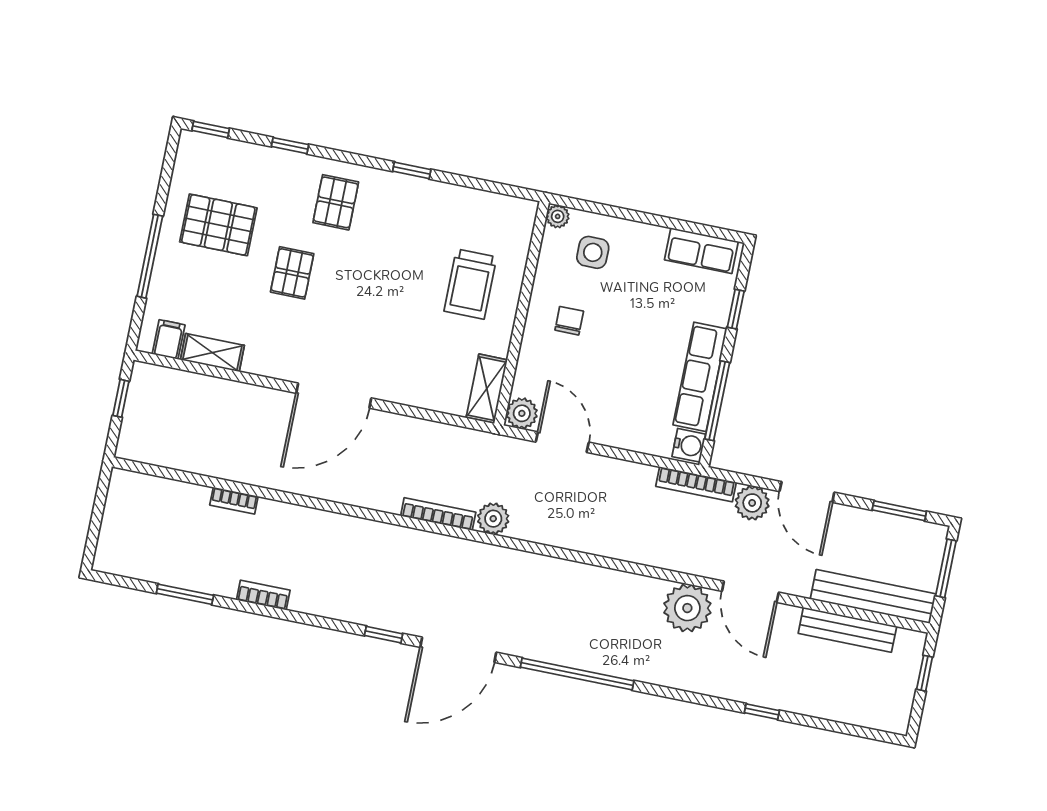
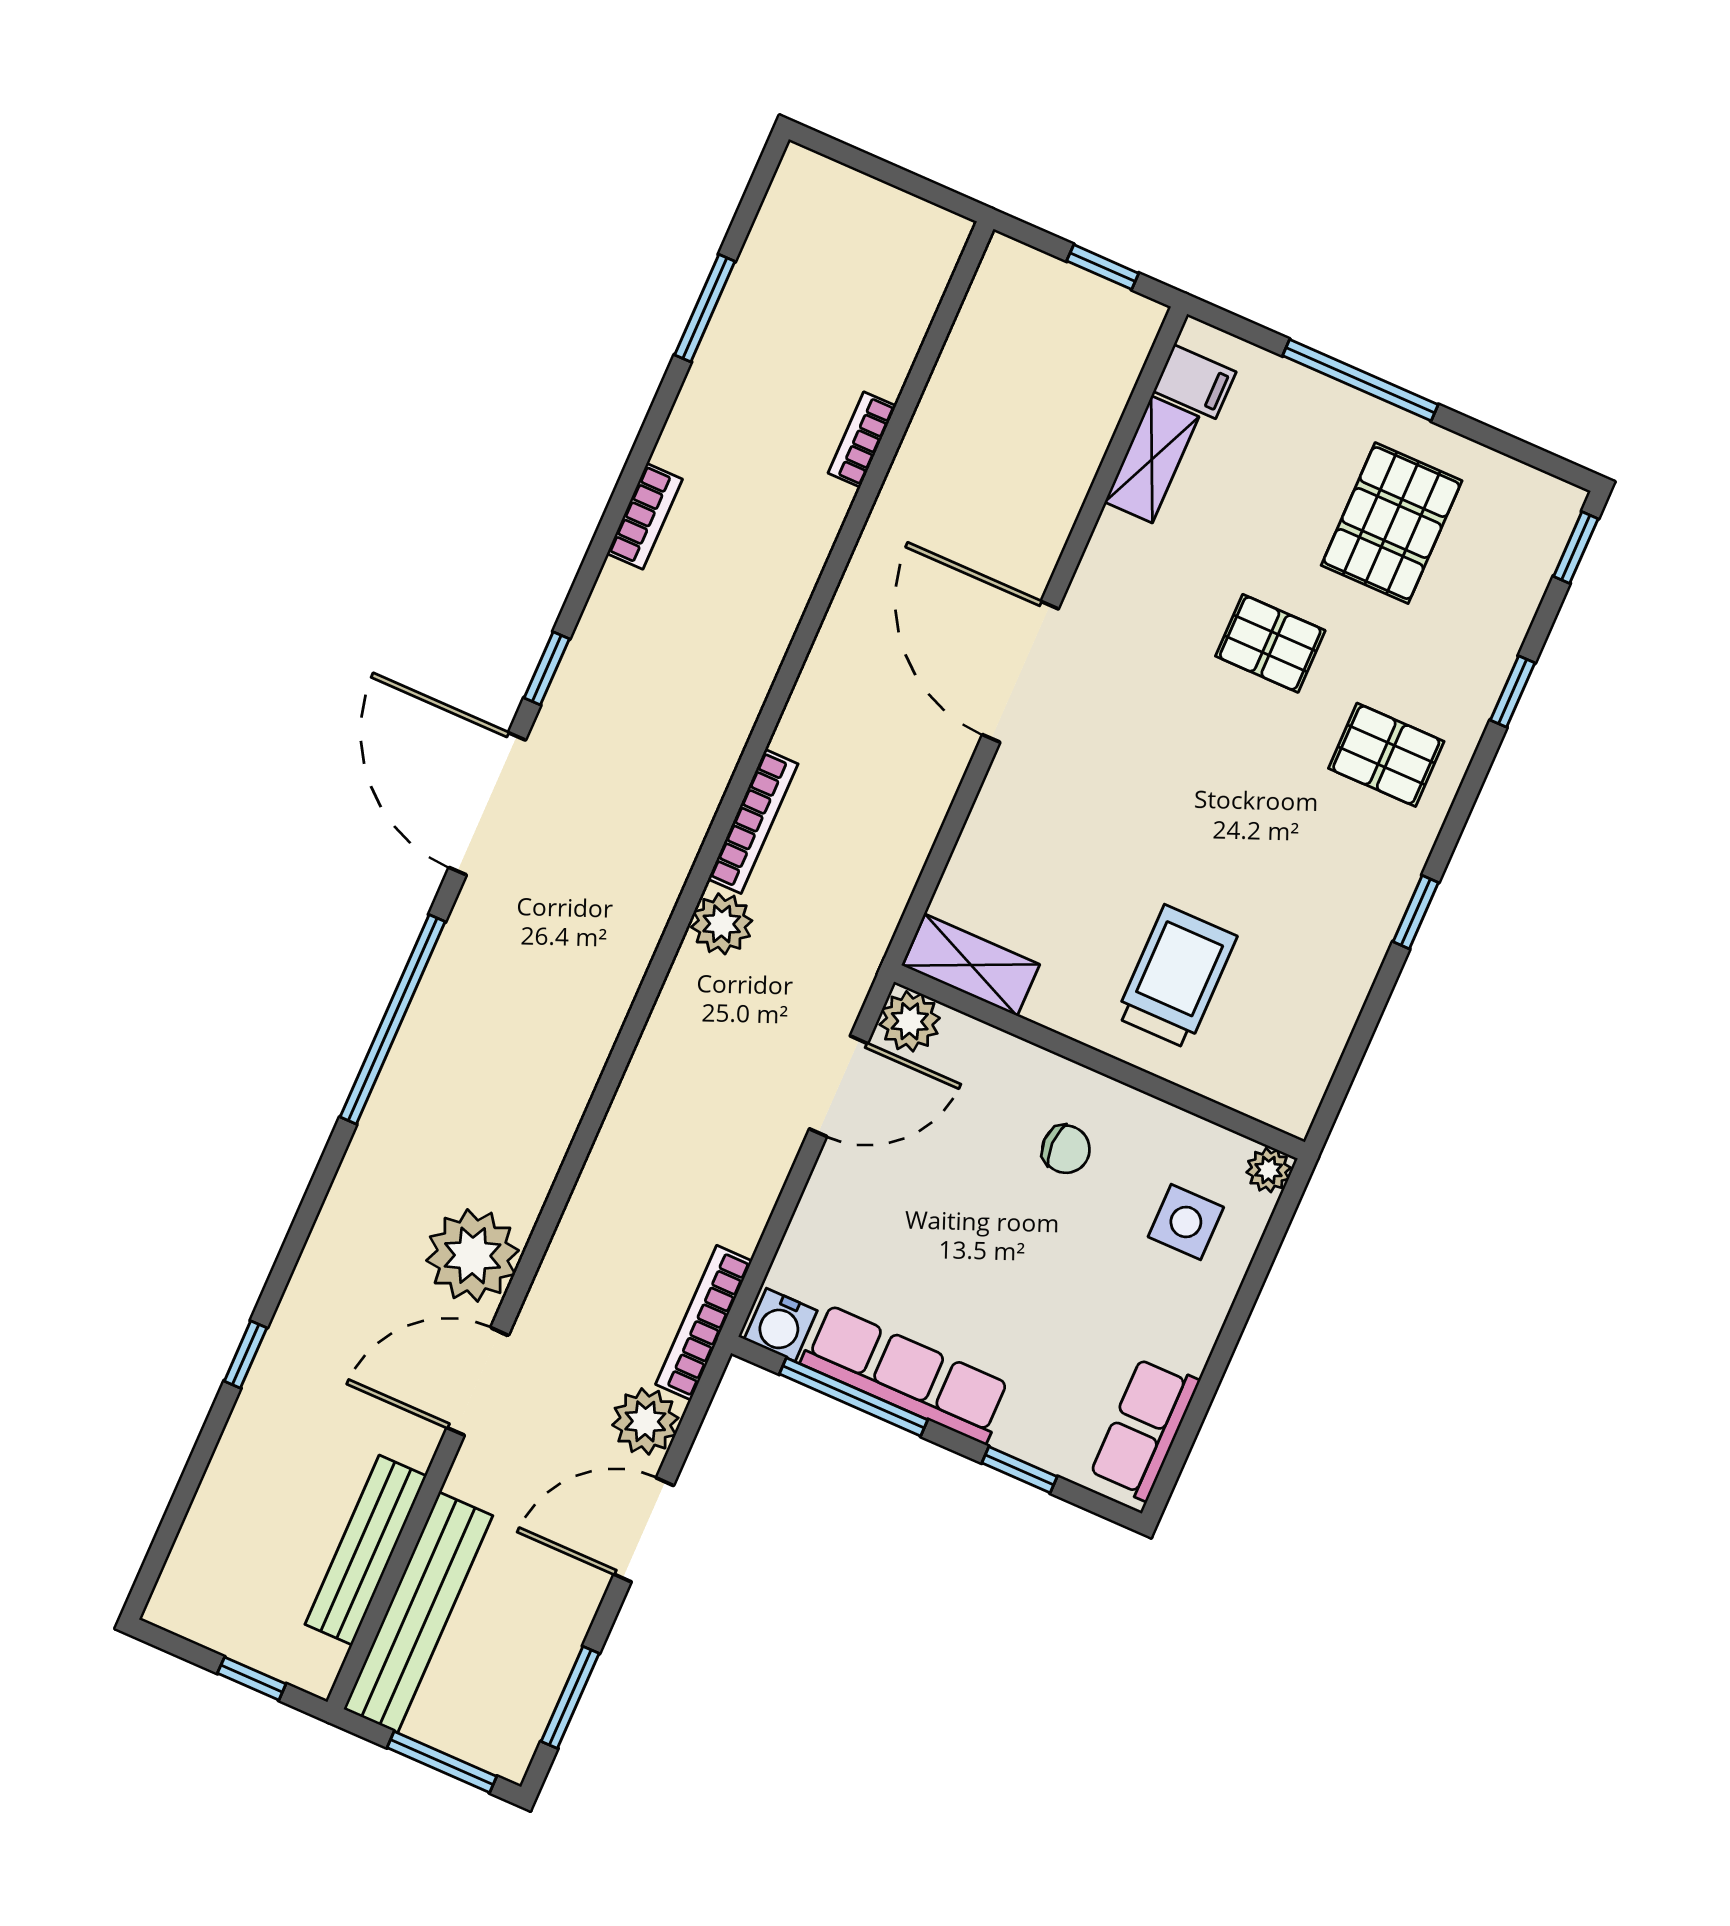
trolley: (470, 284) -> (1176, 977), turned 90
bookcase: (263, 595) -> (645, 516), moved

